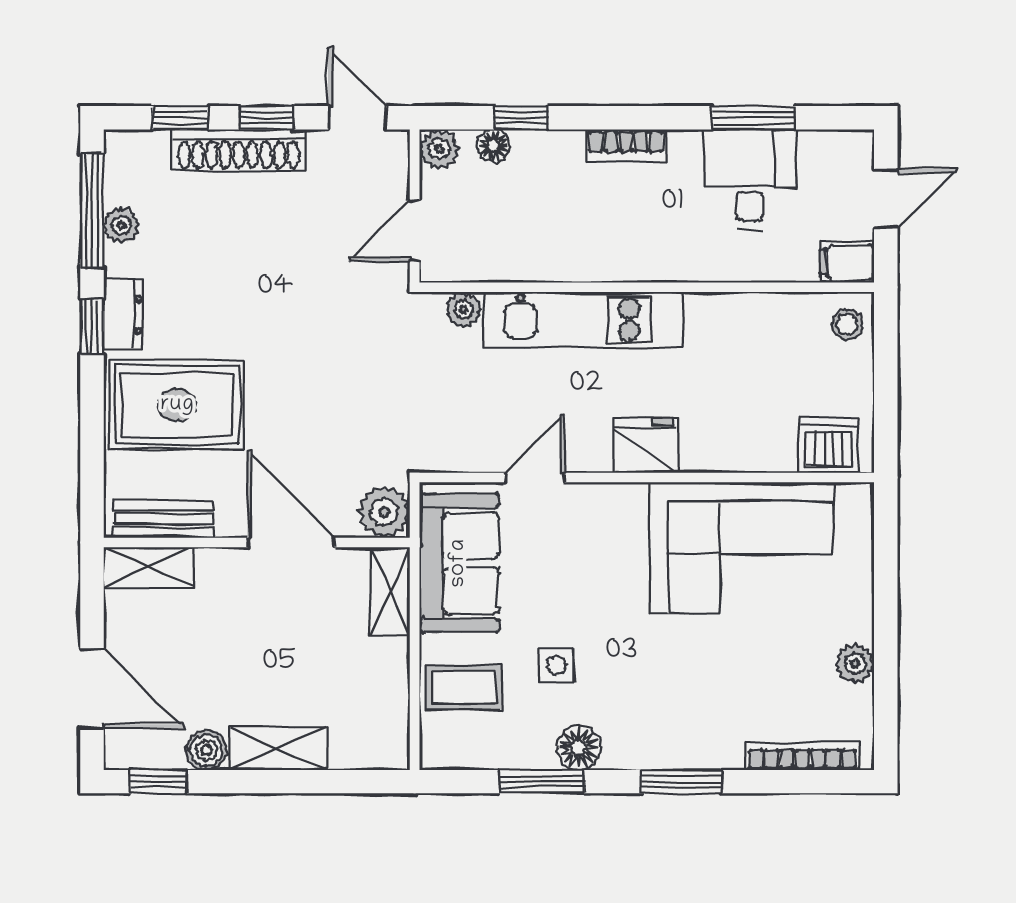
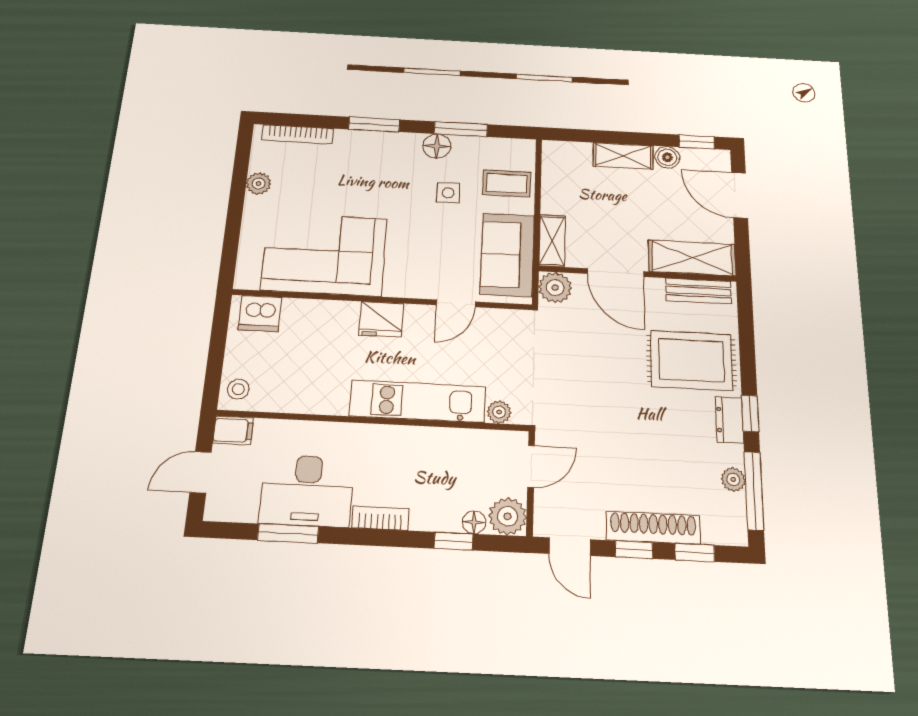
plant: (439, 149) -> (508, 516), width x1.38, depth x1.38
desk: (750, 179) -> (307, 491), width x1.37
shelving: (149, 567) -> (692, 258), width x1.50, depth x1.33

